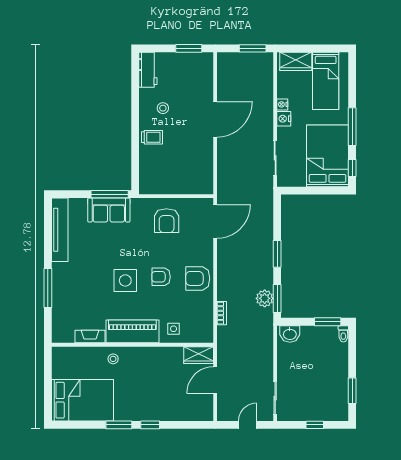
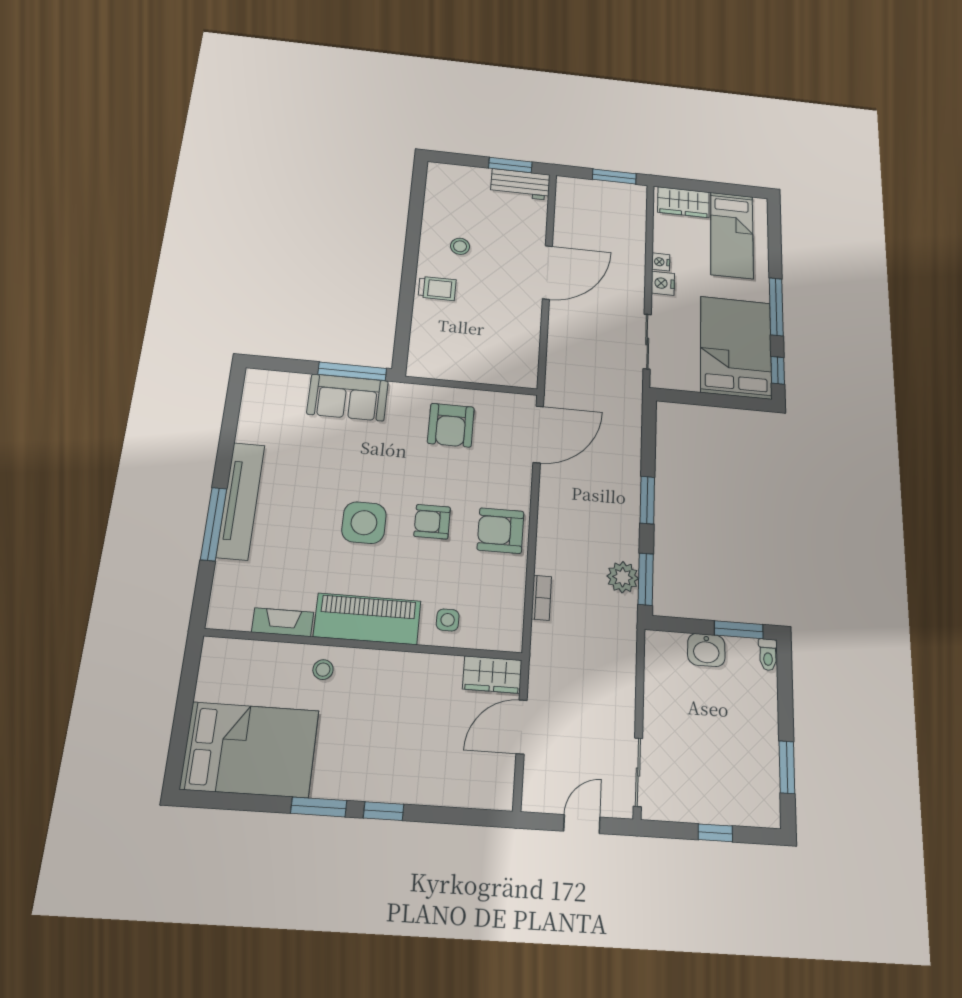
workbench: (148, 70) -> (520, 184), moved, turned 90
tv unit: (60, 230) -> (241, 501), moved
washbasin: (290, 334) -> (706, 650), moved

